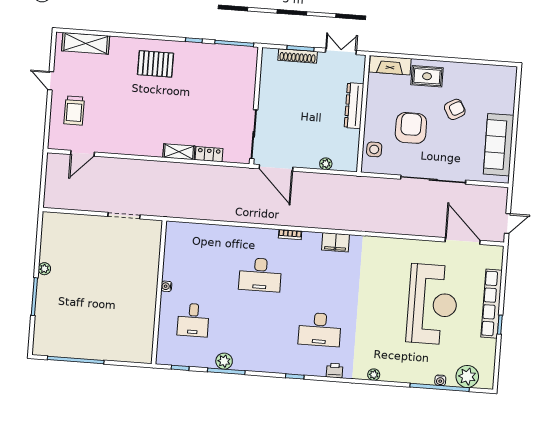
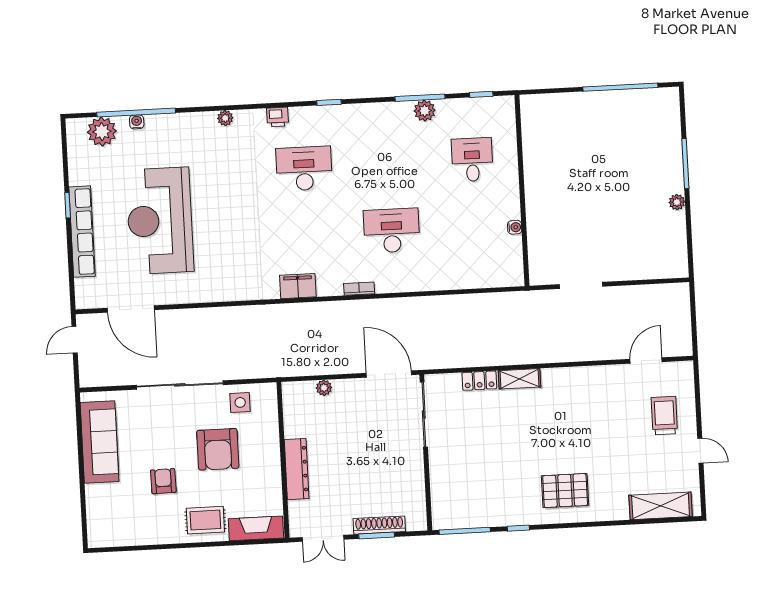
armchair: (455, 109) -> (163, 481), turned 118
side table: (374, 149) -> (240, 402), moved
water cooler: (166, 286) -> (515, 227), moved

